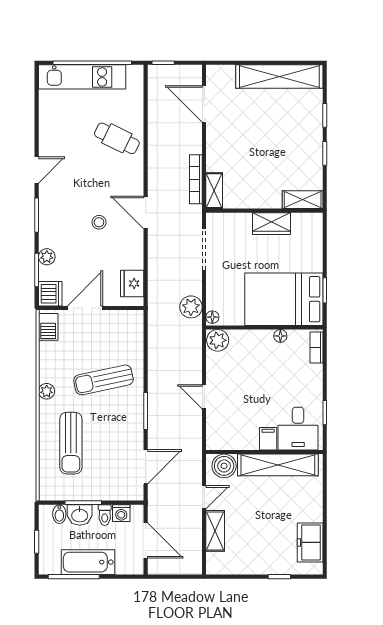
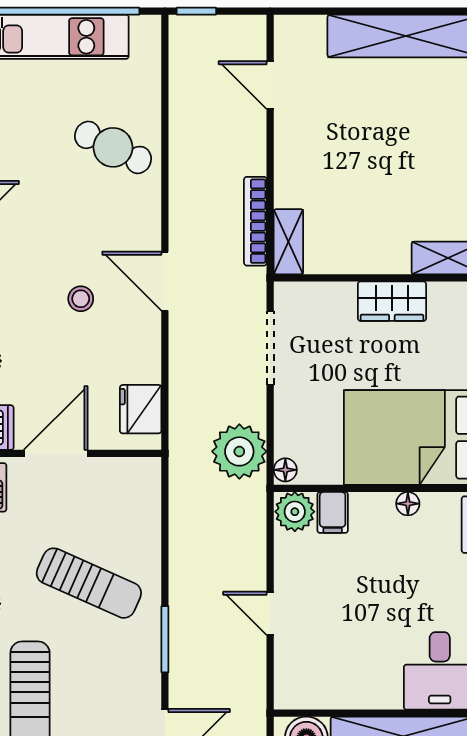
door: (204, 104) -> (270, 85), width x0.73
plant: (191, 307) -> (239, 451), width x1.36, depth x1.36
sun lounger: (103, 380) -> (89, 583), turned -144
filing cabinet: (268, 439) -> (333, 512), moved, turned 180

